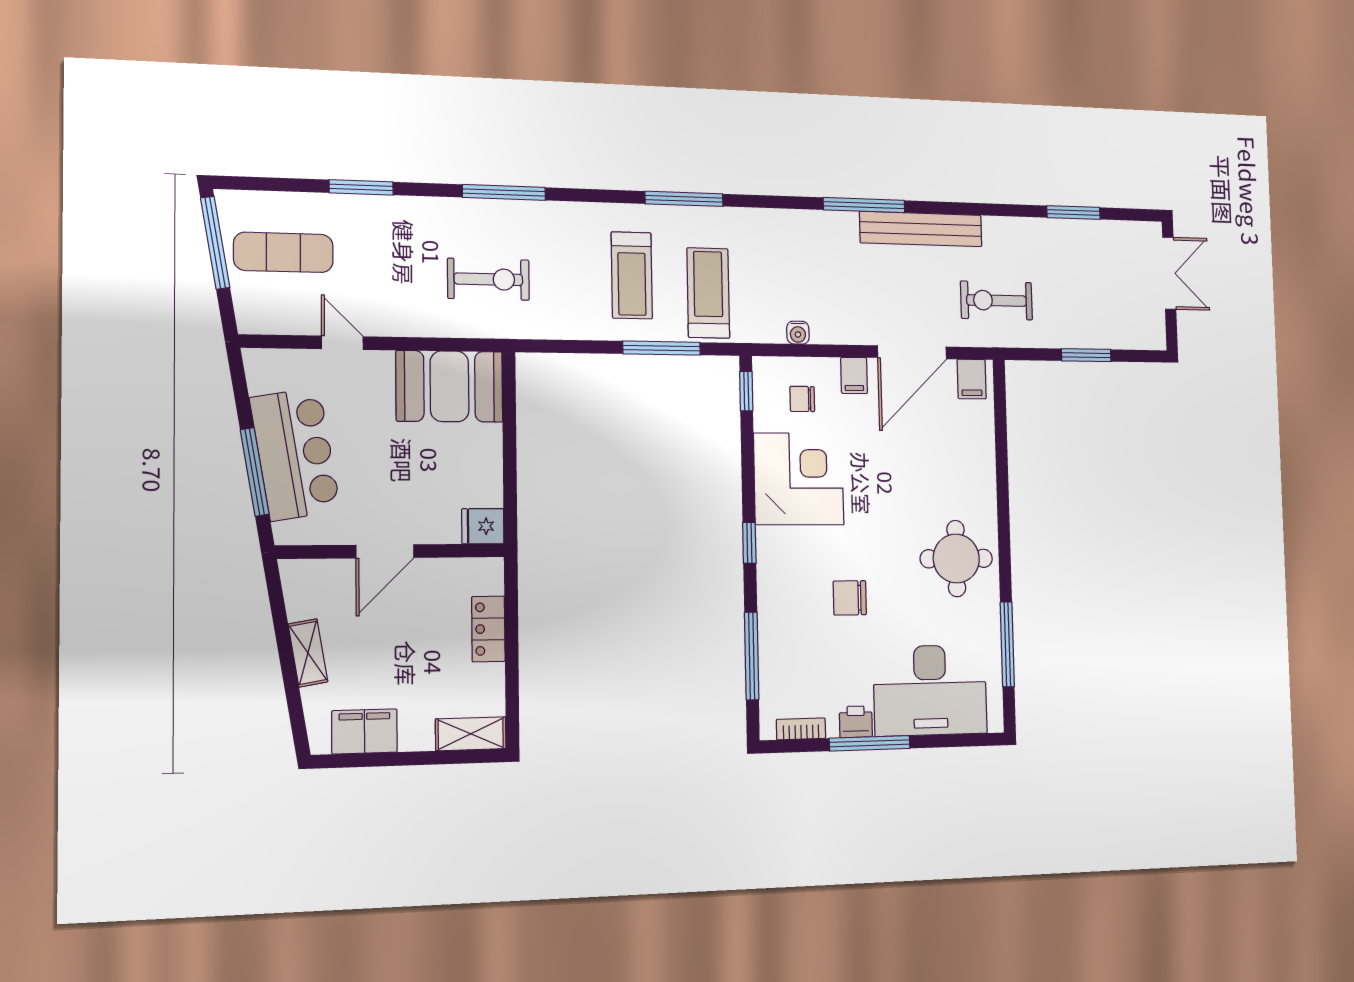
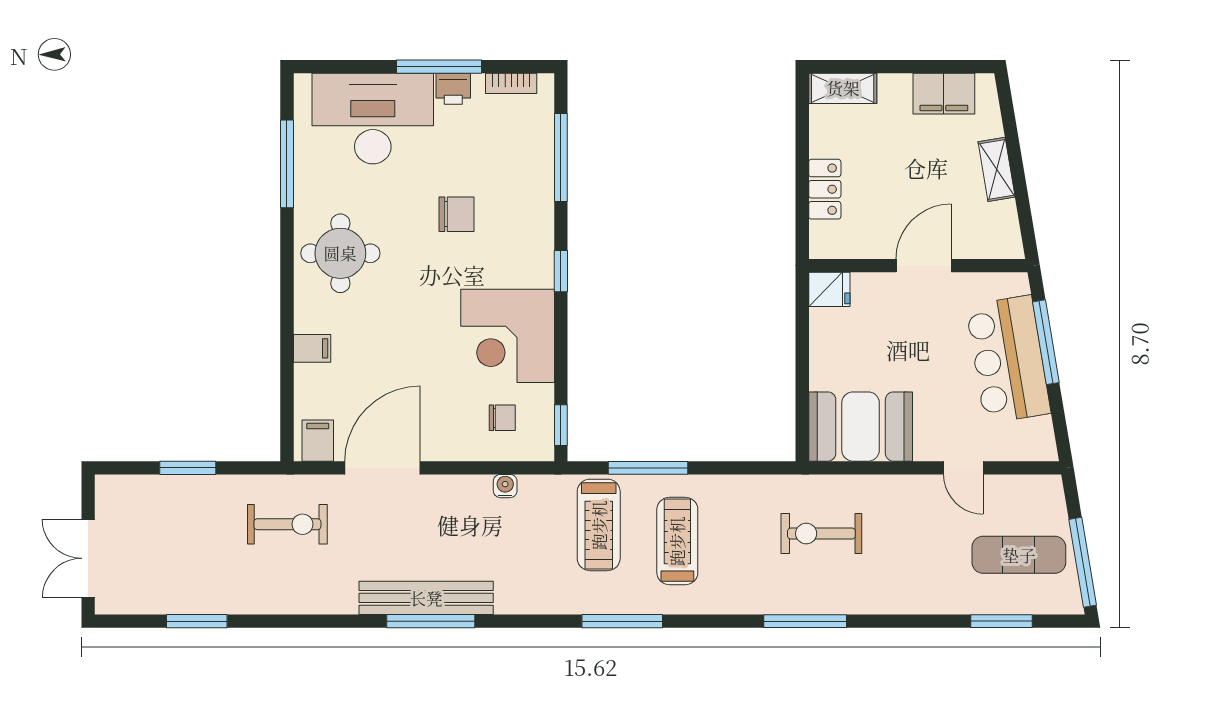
window: (361, 187) -> (1002, 621), moved
bench: (921, 229) -> (426, 598), moved
filing cabinet: (854, 375) -> (312, 348), moved, turned 90

